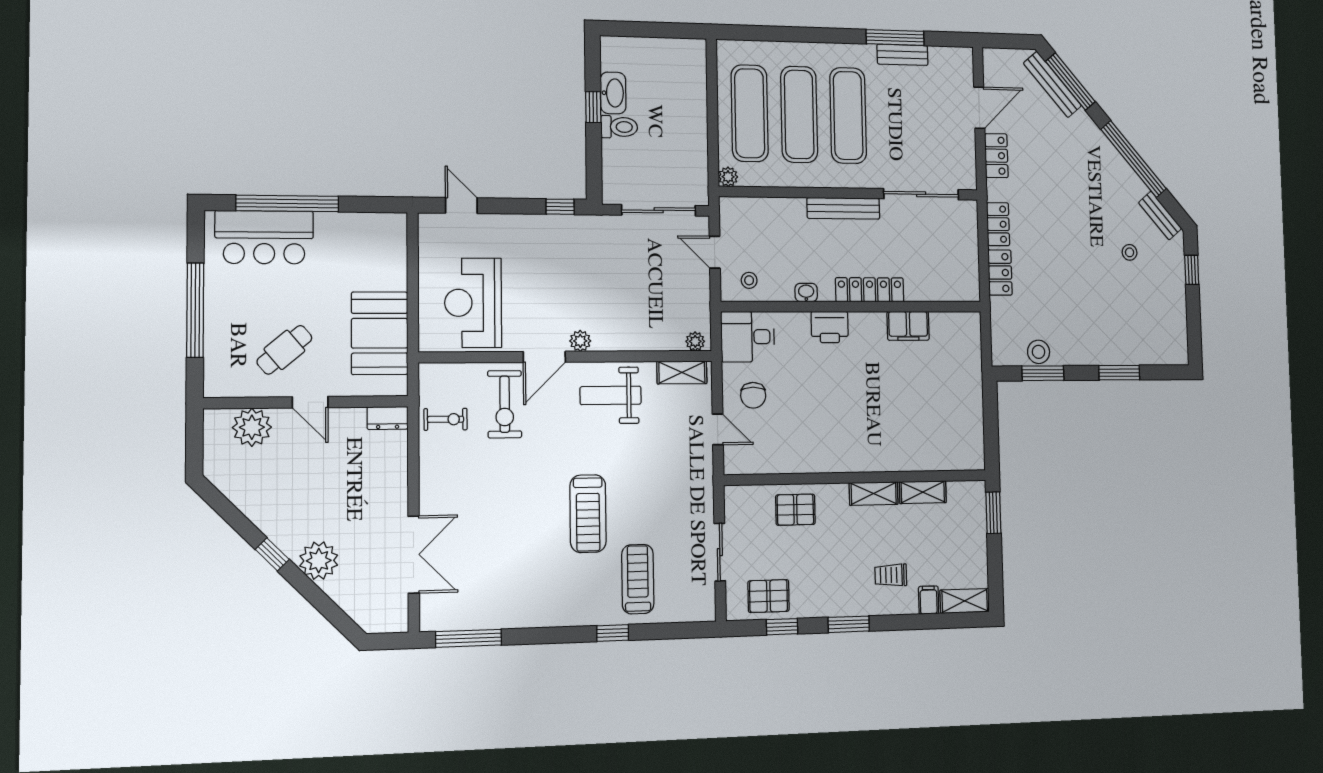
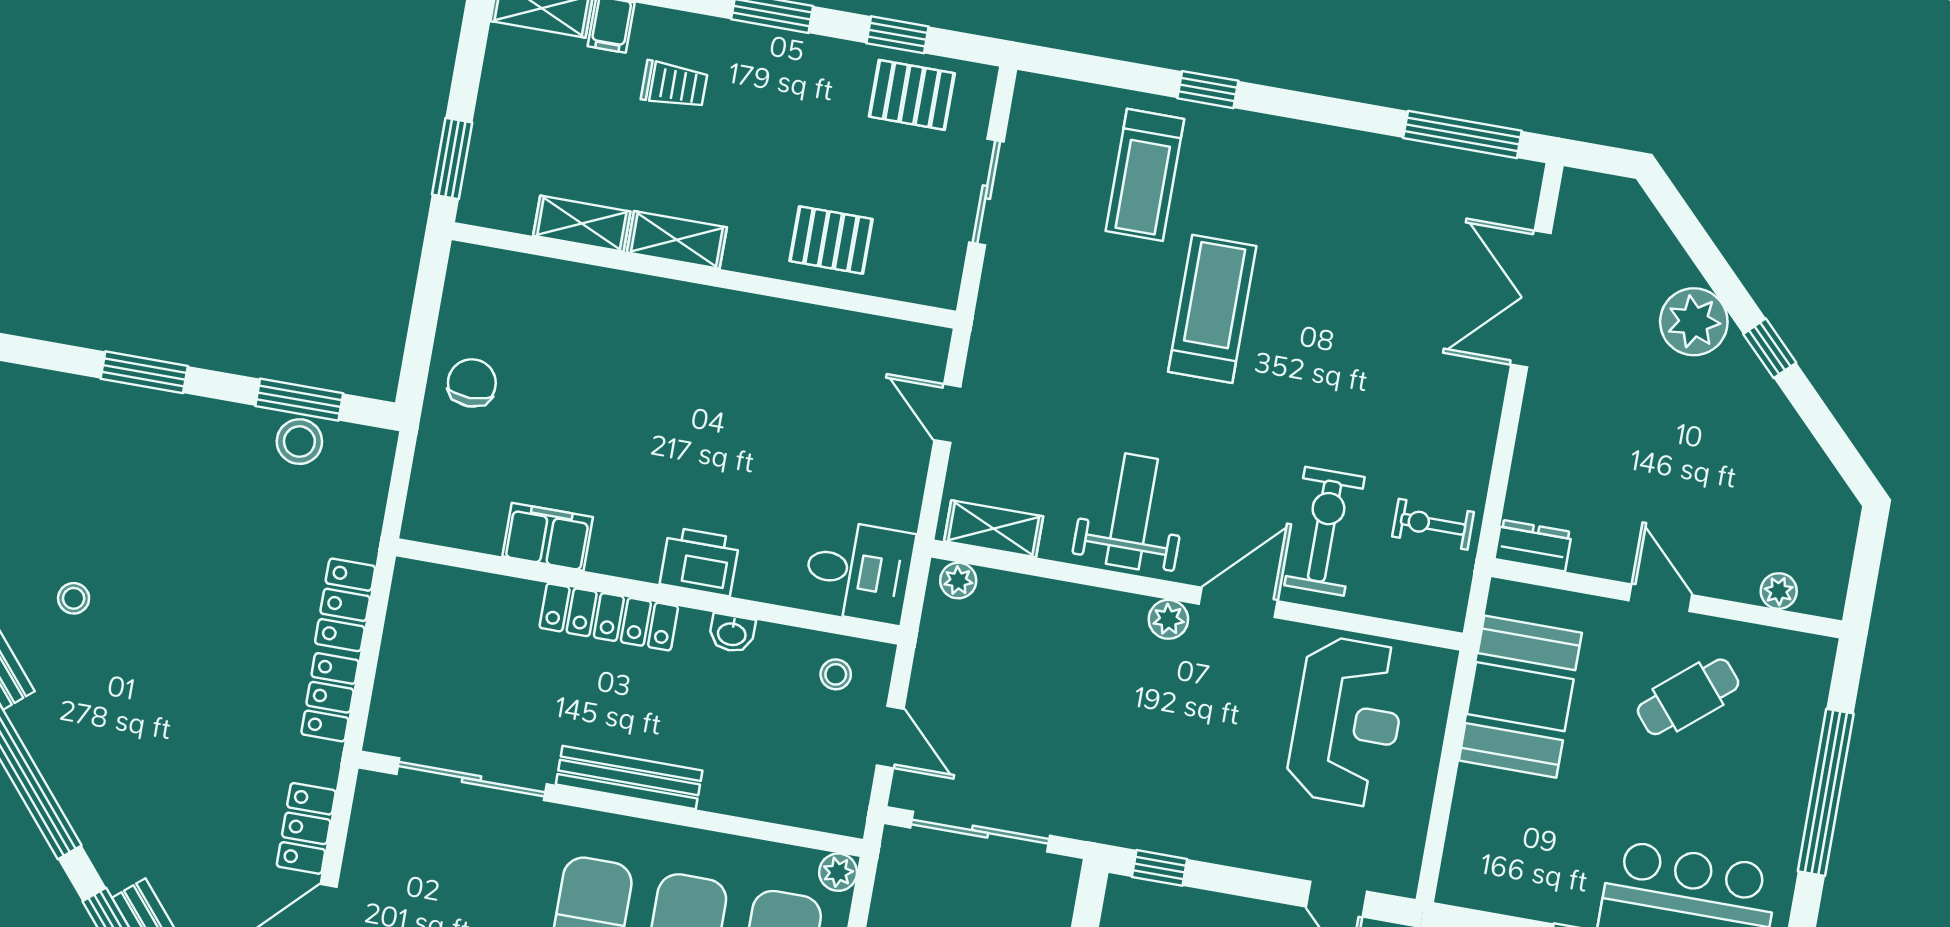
weight bench: (611, 395) -> (1132, 511), turned -90
chair: (753, 395) -> (472, 383), moved
plant: (252, 427) -> (1779, 591), width x0.53, depth x0.53

